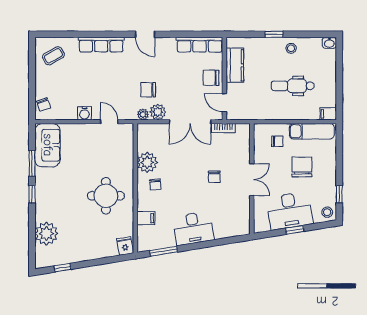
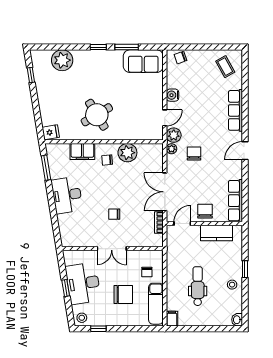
plant: (158, 112) -> (174, 135), moved
round table: (106, 196) -> (97, 115), turned -31
filing cabinet: (146, 218) -> (82, 151), width x2.00

